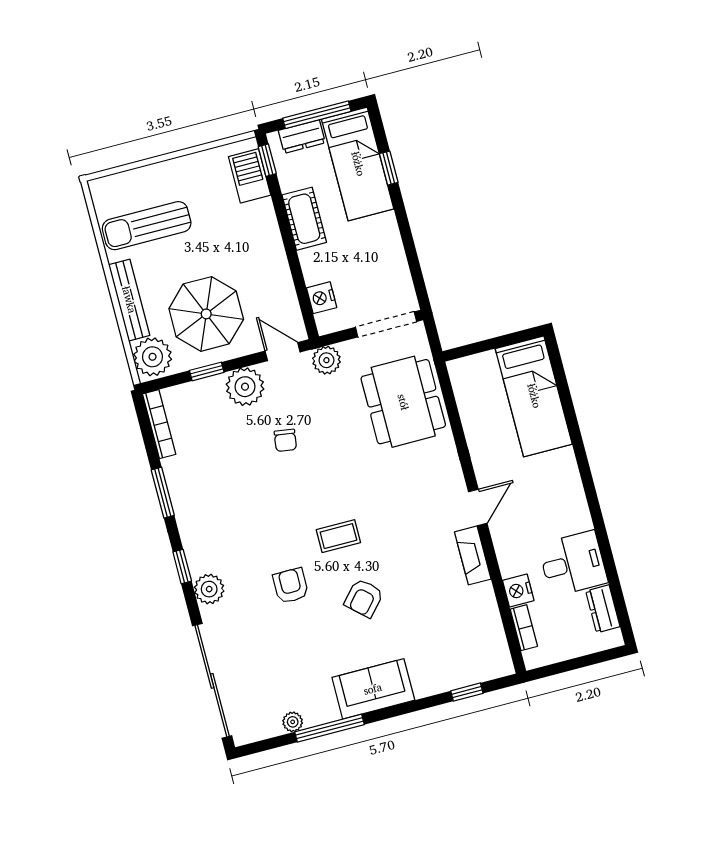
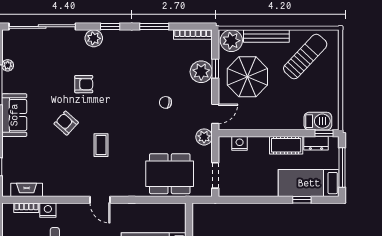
dresser: (302, 137) -> (316, 143), moved, turned -90
sun lounger: (147, 226) -> (305, 57), turned 43
doorway: (386, 324) -> (215, 175), width x0.73
plant: (245, 387) -> (201, 72), moved
coffee table: (338, 536) -> (101, 145), moved
fireplace: (473, 555) -> (27, 190), moved

